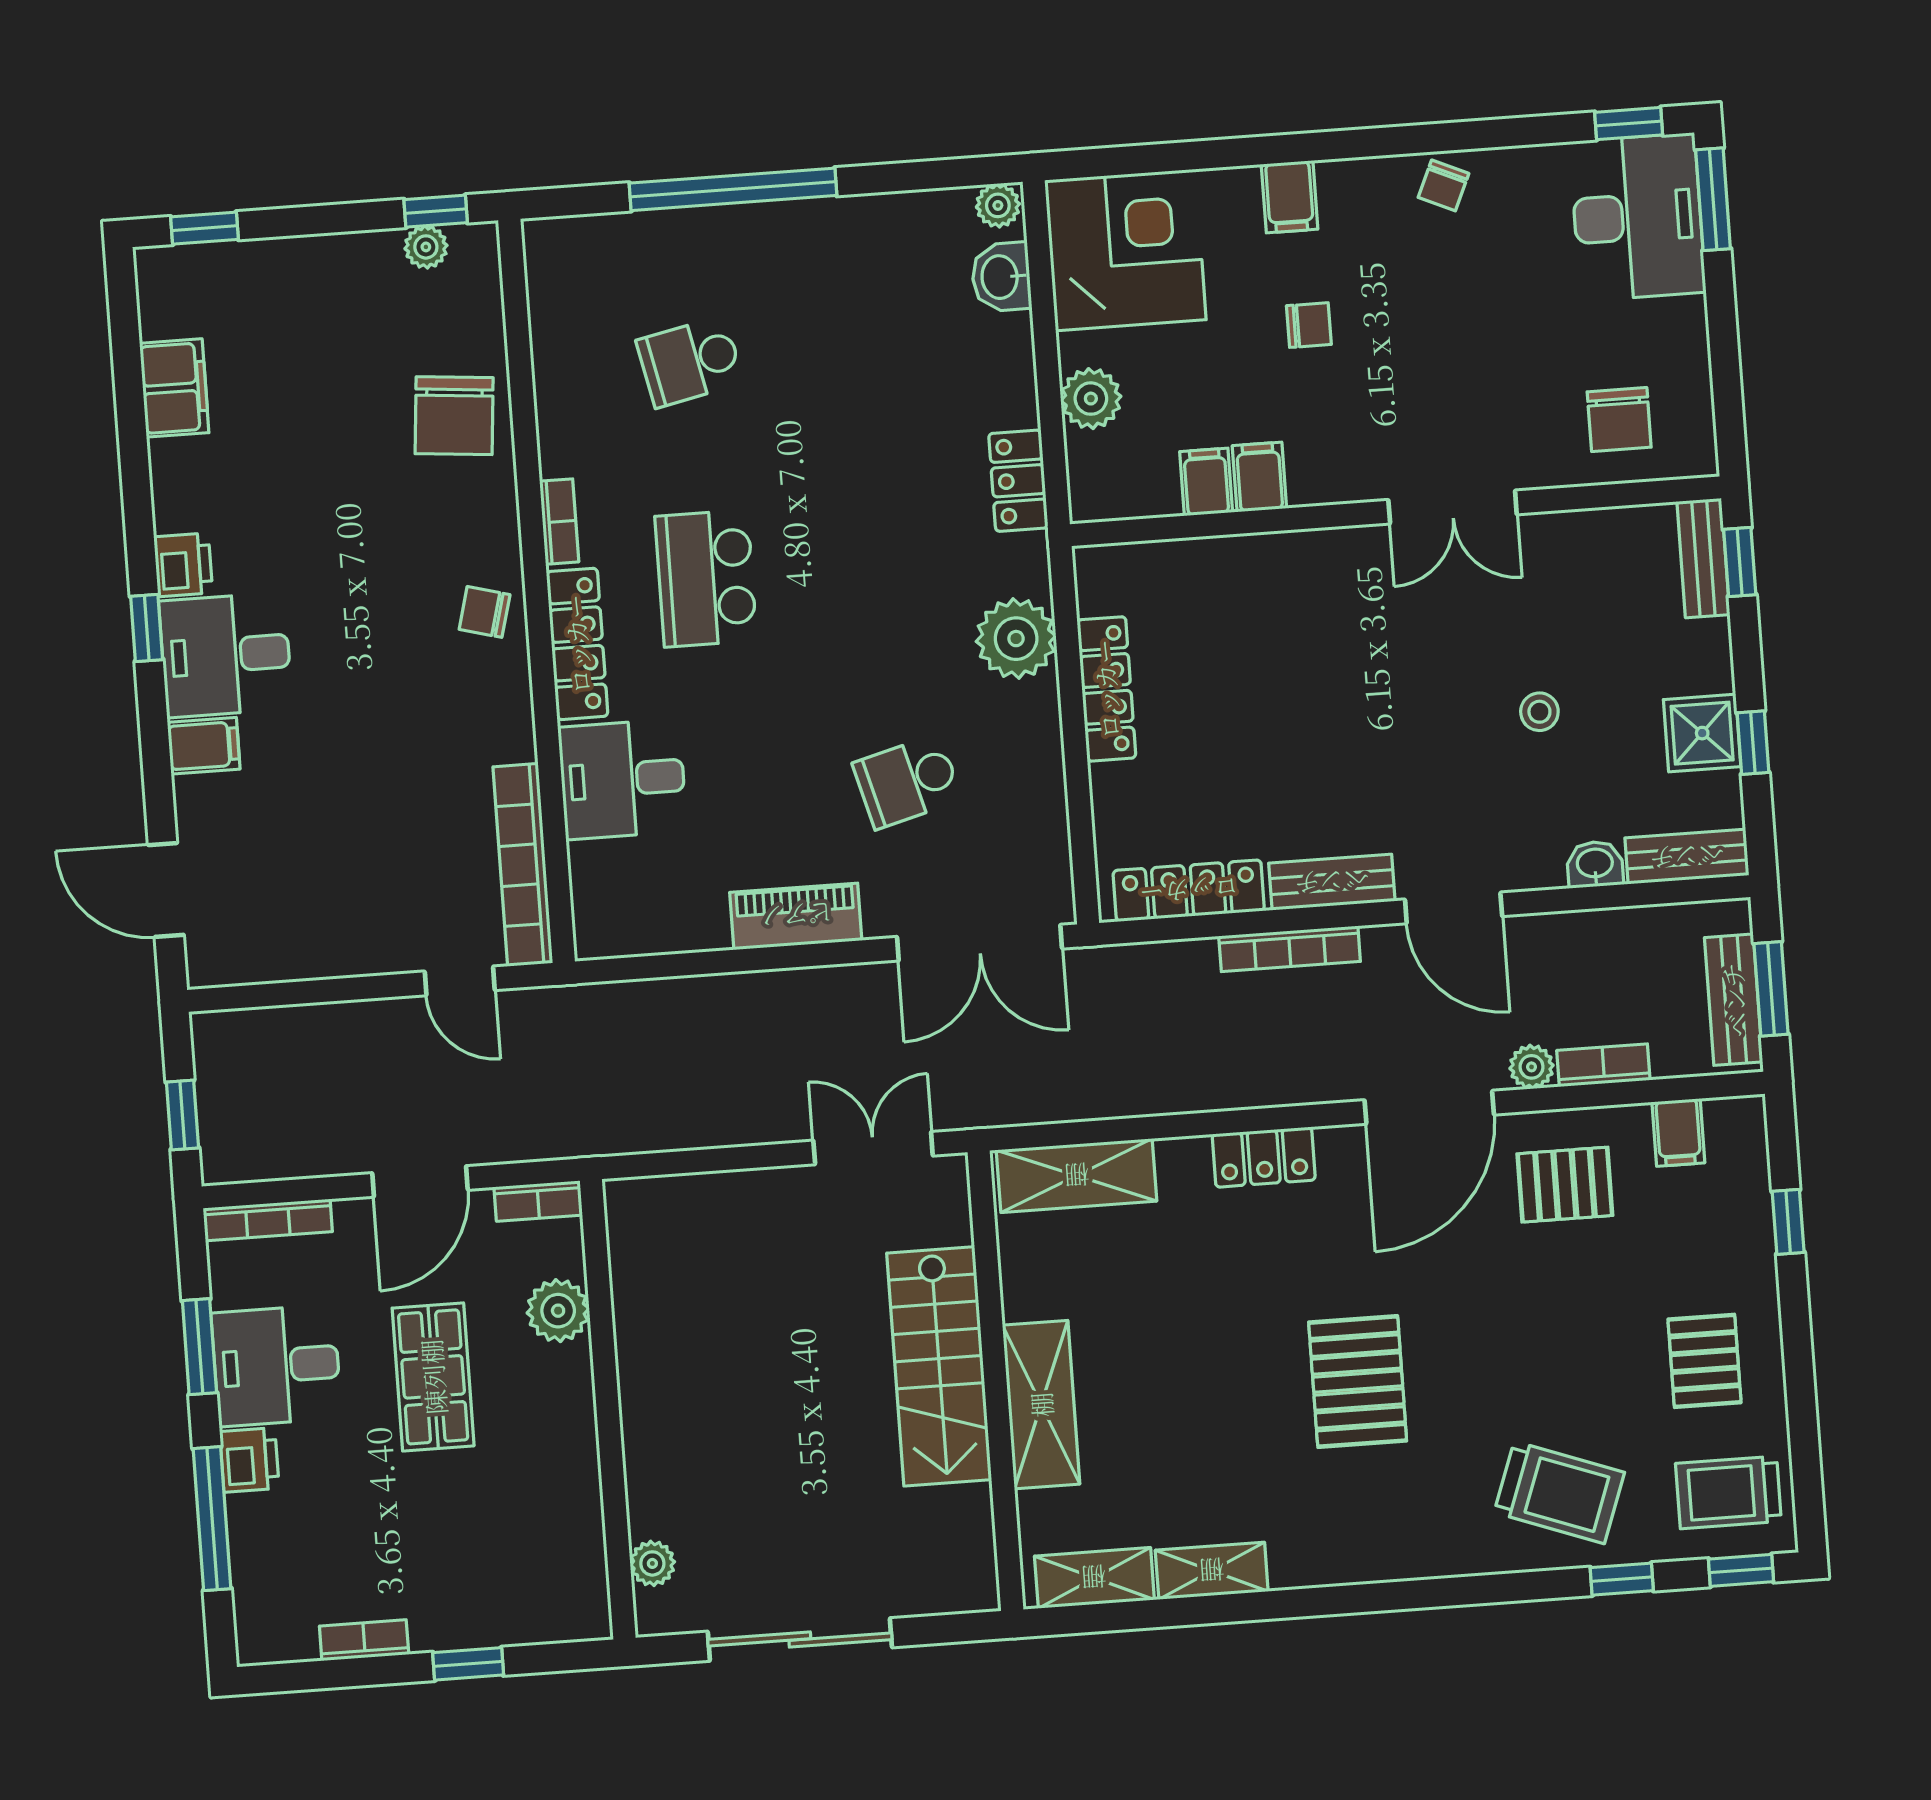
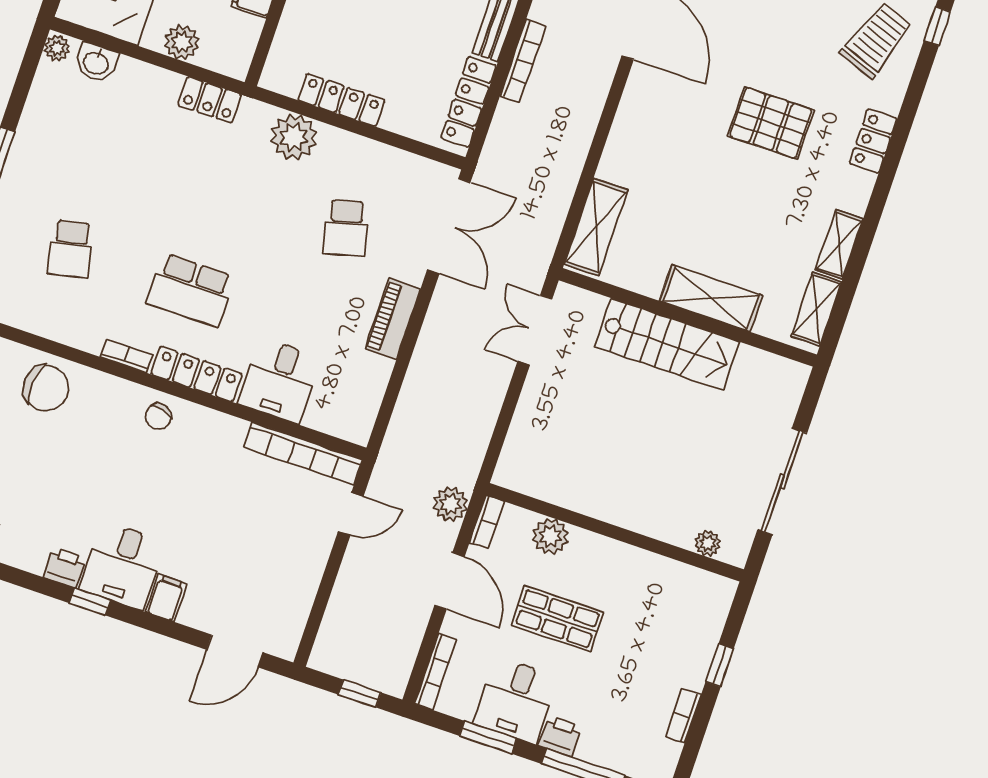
plant: (542, 1131) -> (450, 504), added
locker: (1264, 1157) -> (873, 141), moved, turned 180

